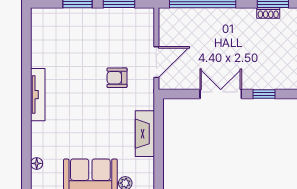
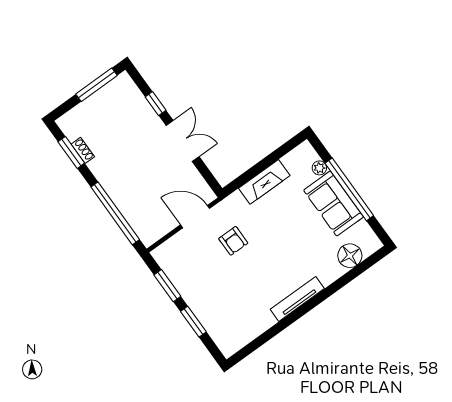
double door: (221, 94) -> (183, 141), swing flipped
floor lamp: (37, 163) -> (350, 256), width x1.89, depth x1.89

